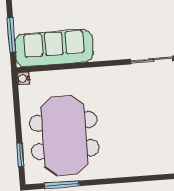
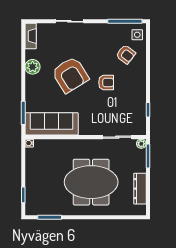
meeting table: (64, 135) -> (91, 182), moved, turned 90

